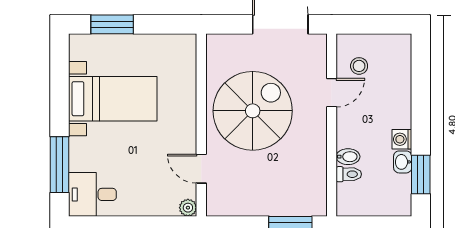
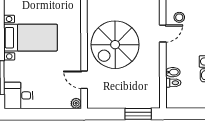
spiral stairs: (253, 111) -> (115, 45), turned 180

